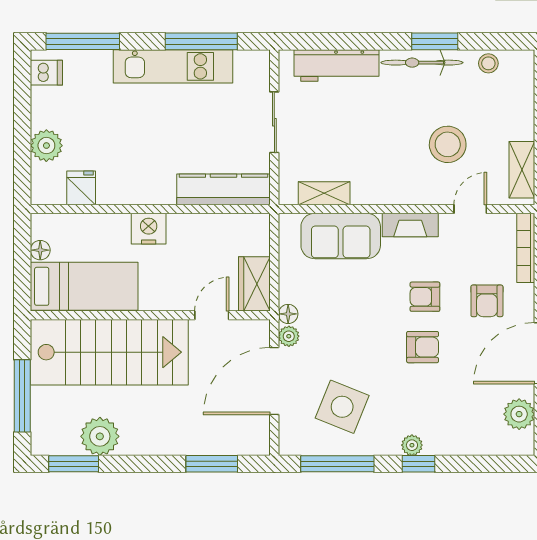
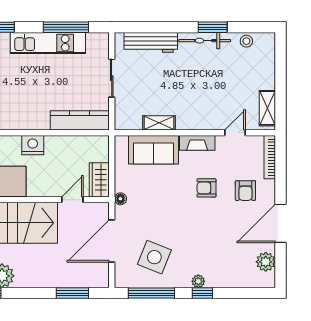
stool: (448, 144) -> (221, 92), removed
shelving: (324, 193) -> (159, 123), moved
plant: (289, 336) -> (121, 213), removed
armchair: (423, 347) -> (205, 220), removed

